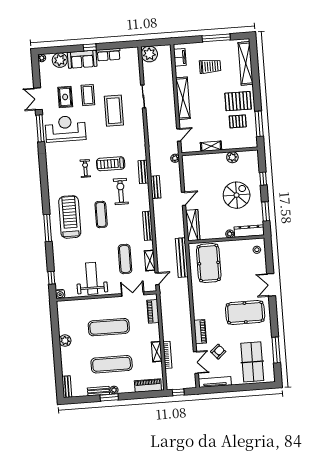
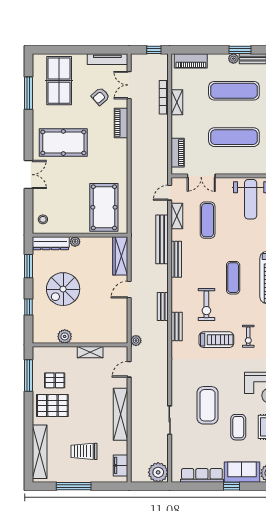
row of seats: (109, 55) -> (202, 475), width x1.48
bench: (182, 258) -> (162, 239), moved

